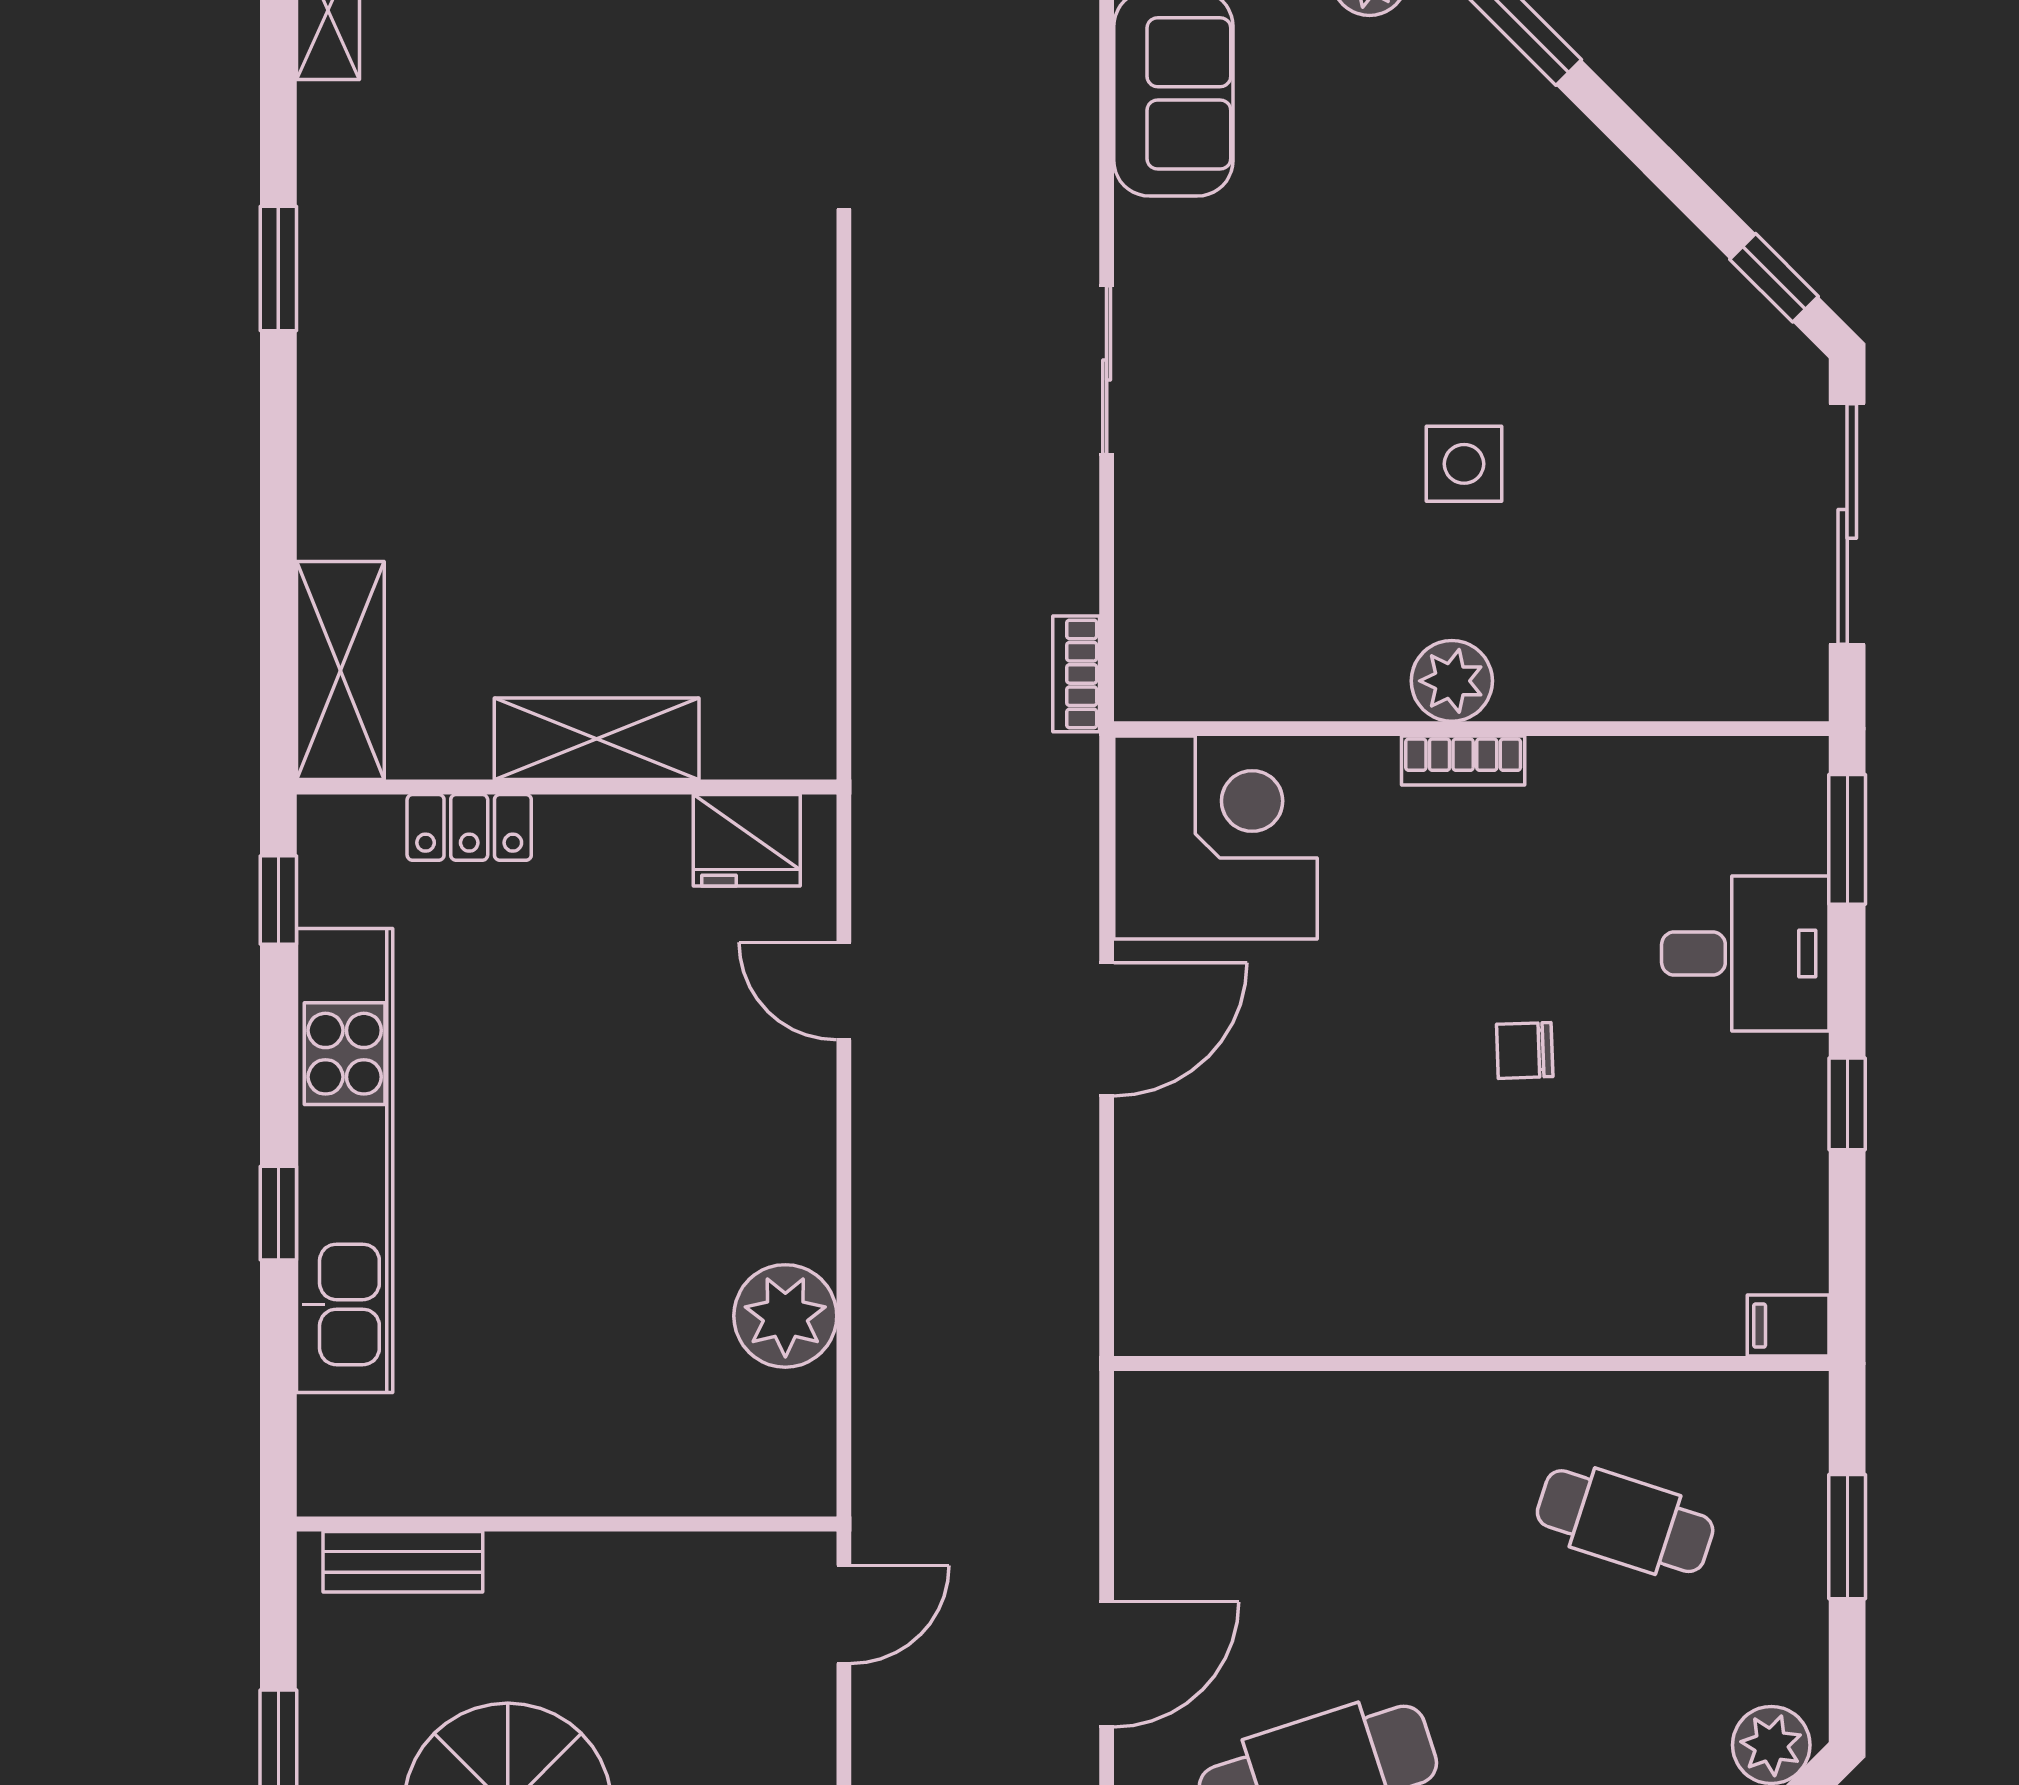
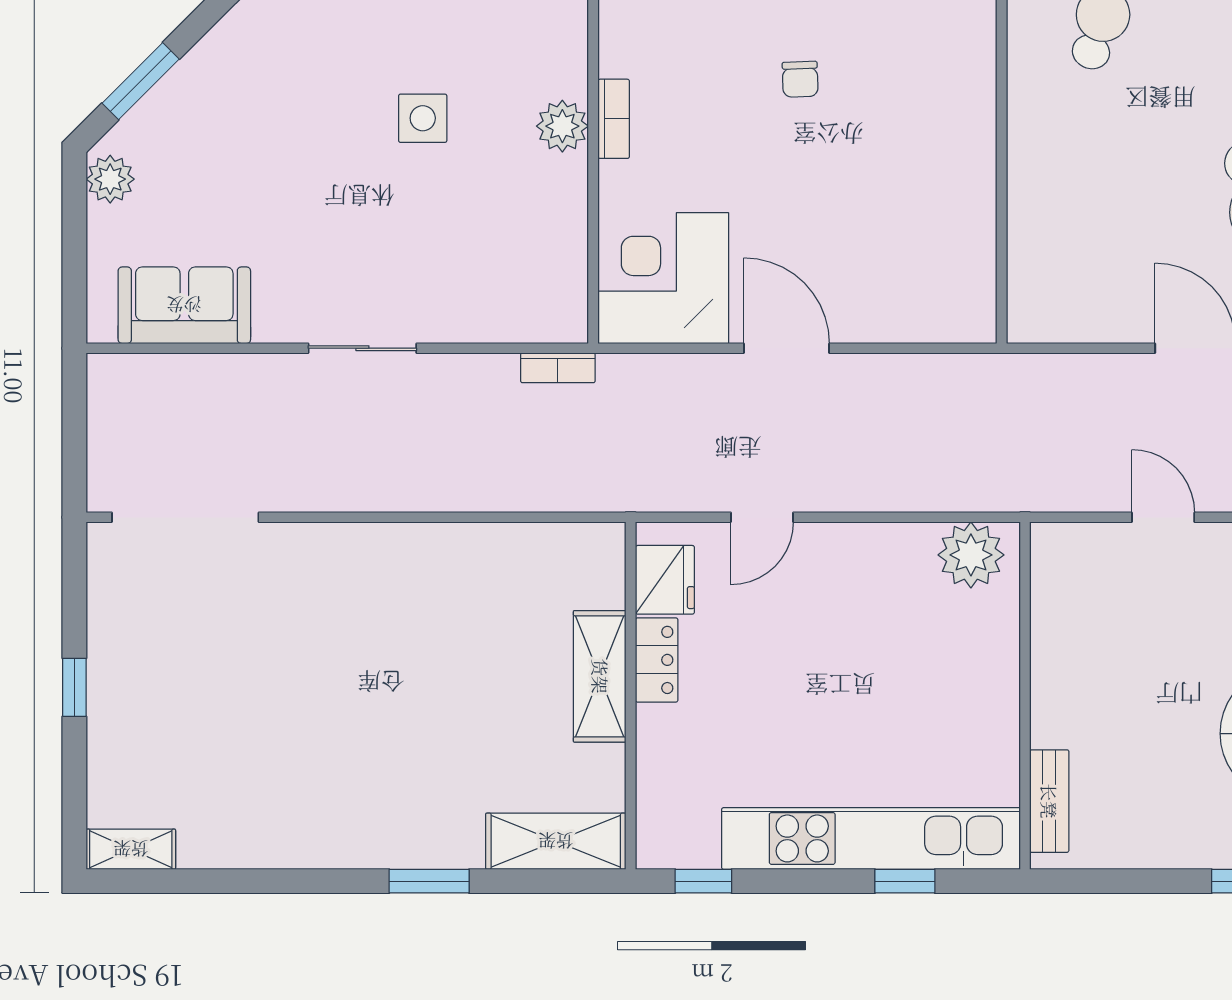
window: (278, 268) -> (429, 881), moved
locker: (469, 827) -> (657, 660), moved
wall: (567, 1524) -> (1025, 696), moved
bench: (403, 1562) -> (1049, 801), moved

